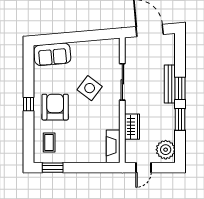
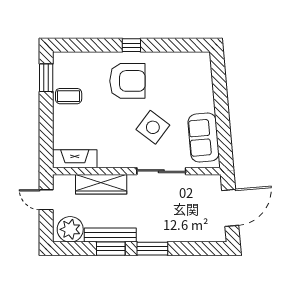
sofa: (52, 54) -> (204, 138), moved
bench: (170, 84) -> (110, 235), moved
wardrobe: (132, 127) -> (101, 184), width x1.50
coffee table: (49, 143) -> (69, 96), moved

